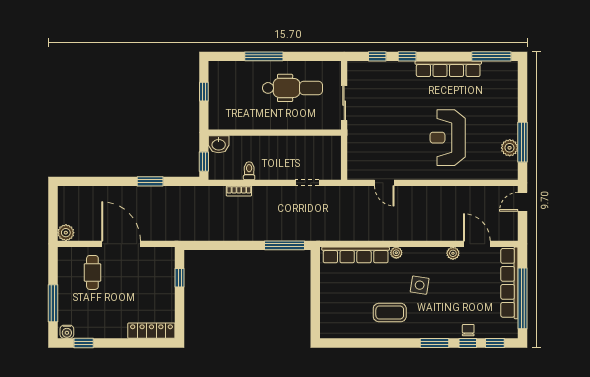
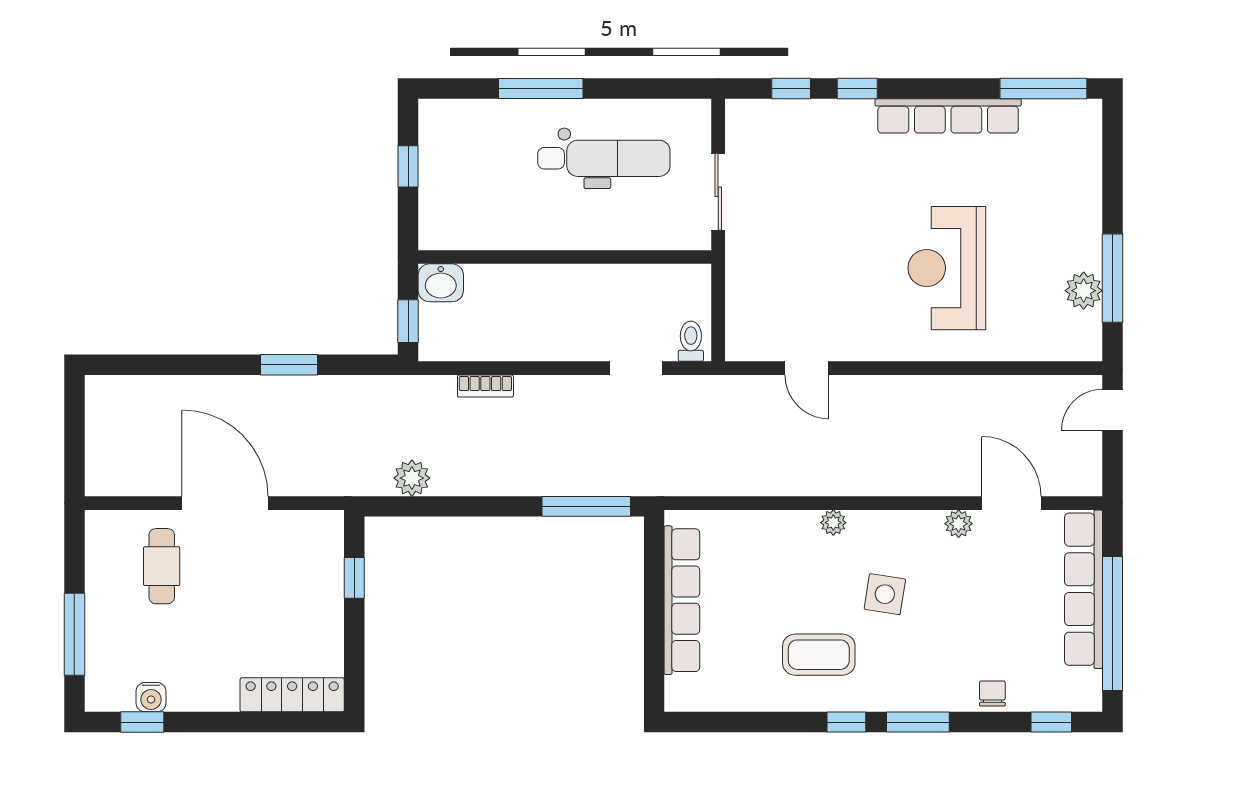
toilet: (249, 171) -> (691, 341), moved
plant: (66, 233) -> (412, 478), moved
row of seats: (356, 255) -> (682, 600), moved, turned -90
water cooler: (67, 332) -> (151, 697), moved
window: (468, 343) -> (846, 722), moved

